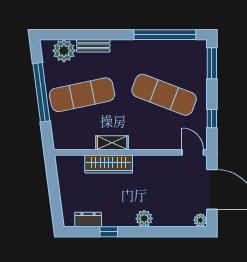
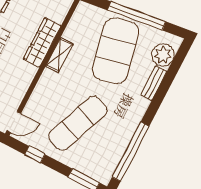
exercise mat: (82, 95) -> (116, 51), width x1.47

